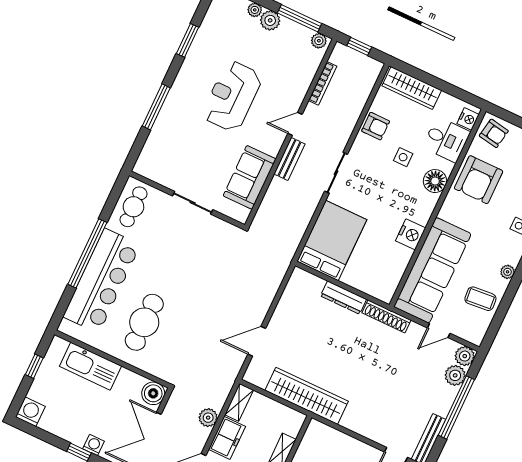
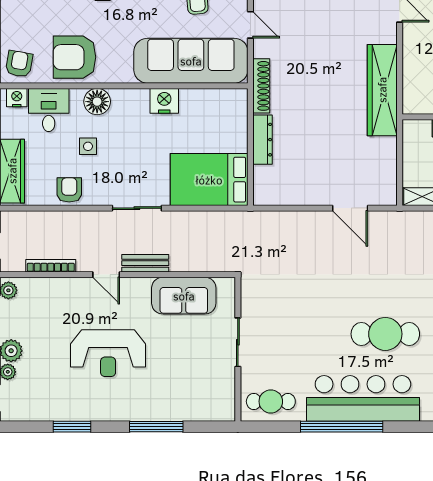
armchair: (479, 180) -> (75, 57), turned 180
wardrobe: (307, 396) -> (382, 90), moved

